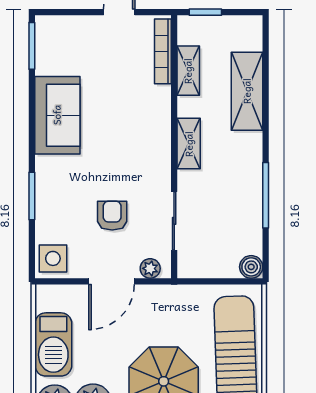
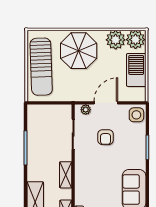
boiler: (251, 267) -> (33, 110), removed

